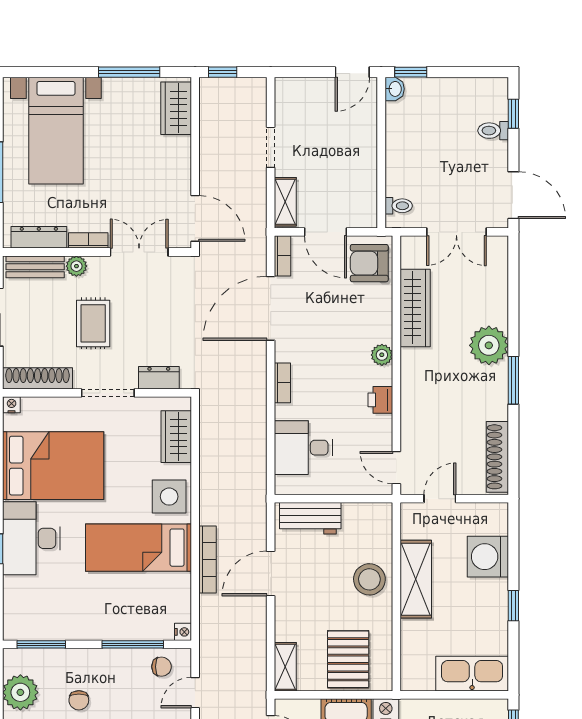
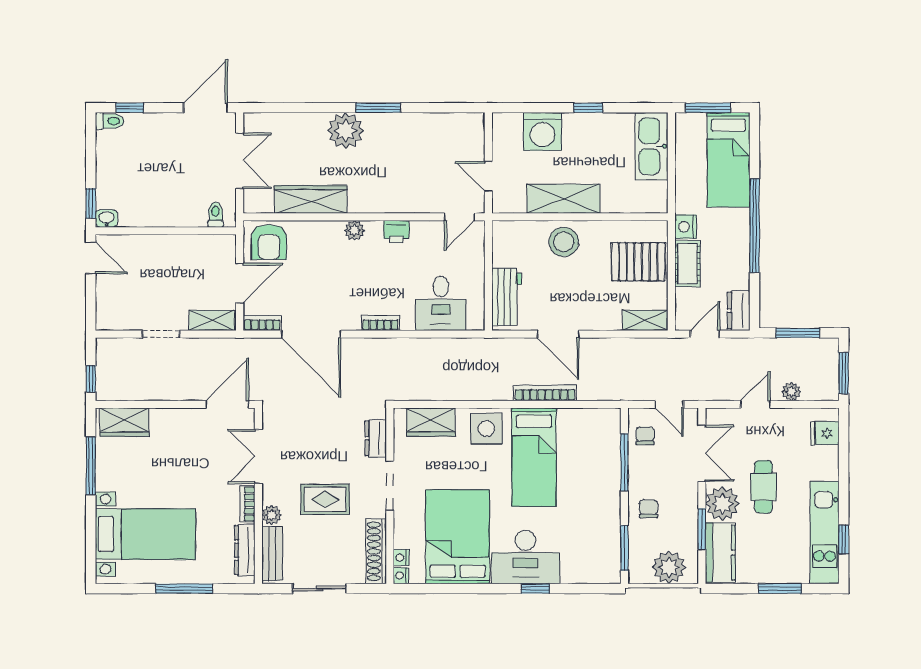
toilet: (493, 131) -> (110, 121), moved, turned -90
shoe rack: (497, 457) -> (449, 123), removed
nightstand: (183, 632) -> (401, 558), moved, turned -90
chair: (79, 700) -> (649, 509), moved, turned -90

